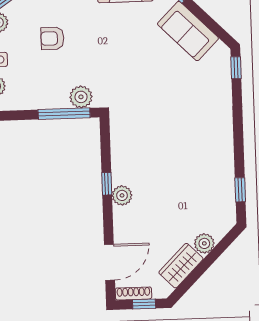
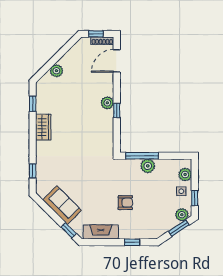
armchair: (52, 38) -> (125, 203), moved
window: (236, 68) -> (33, 171), moved
plant: (81, 97) -> (148, 166), moved
wardrobe: (181, 266) -> (43, 127), moved, turned -45

